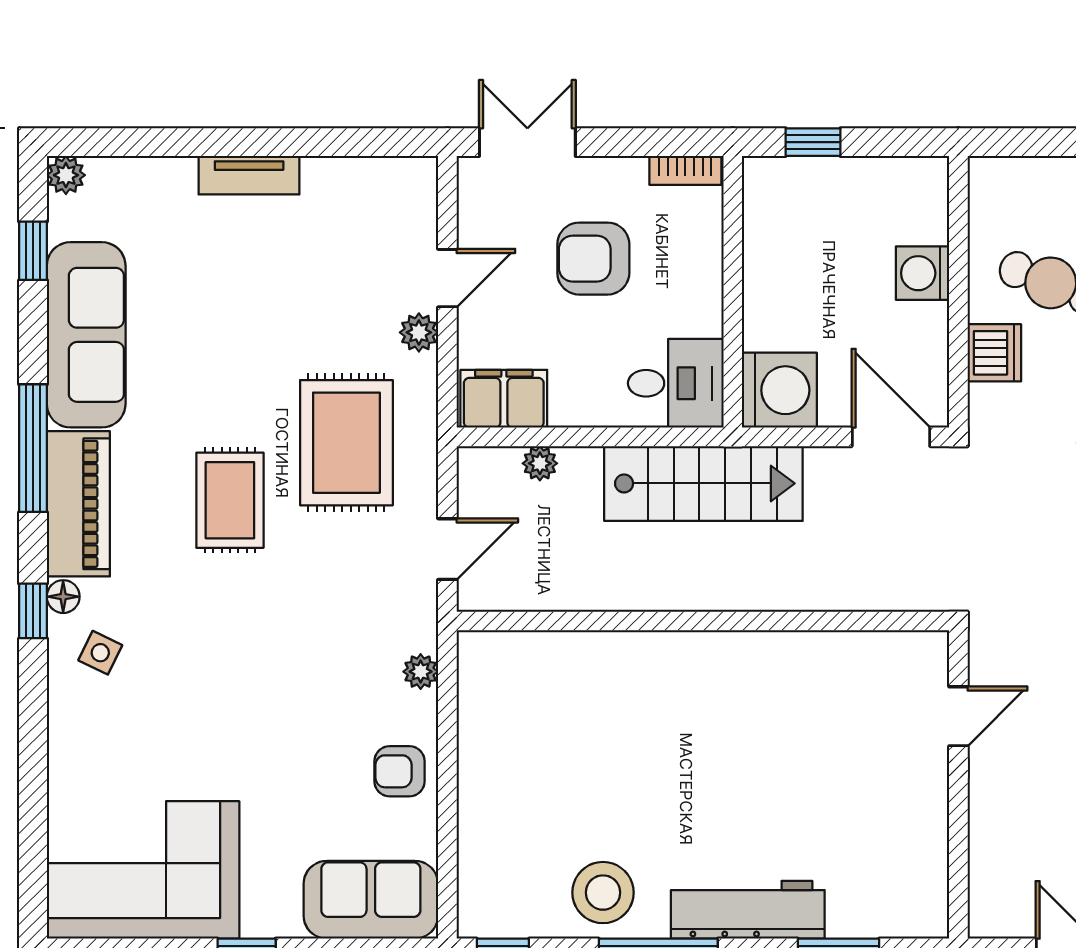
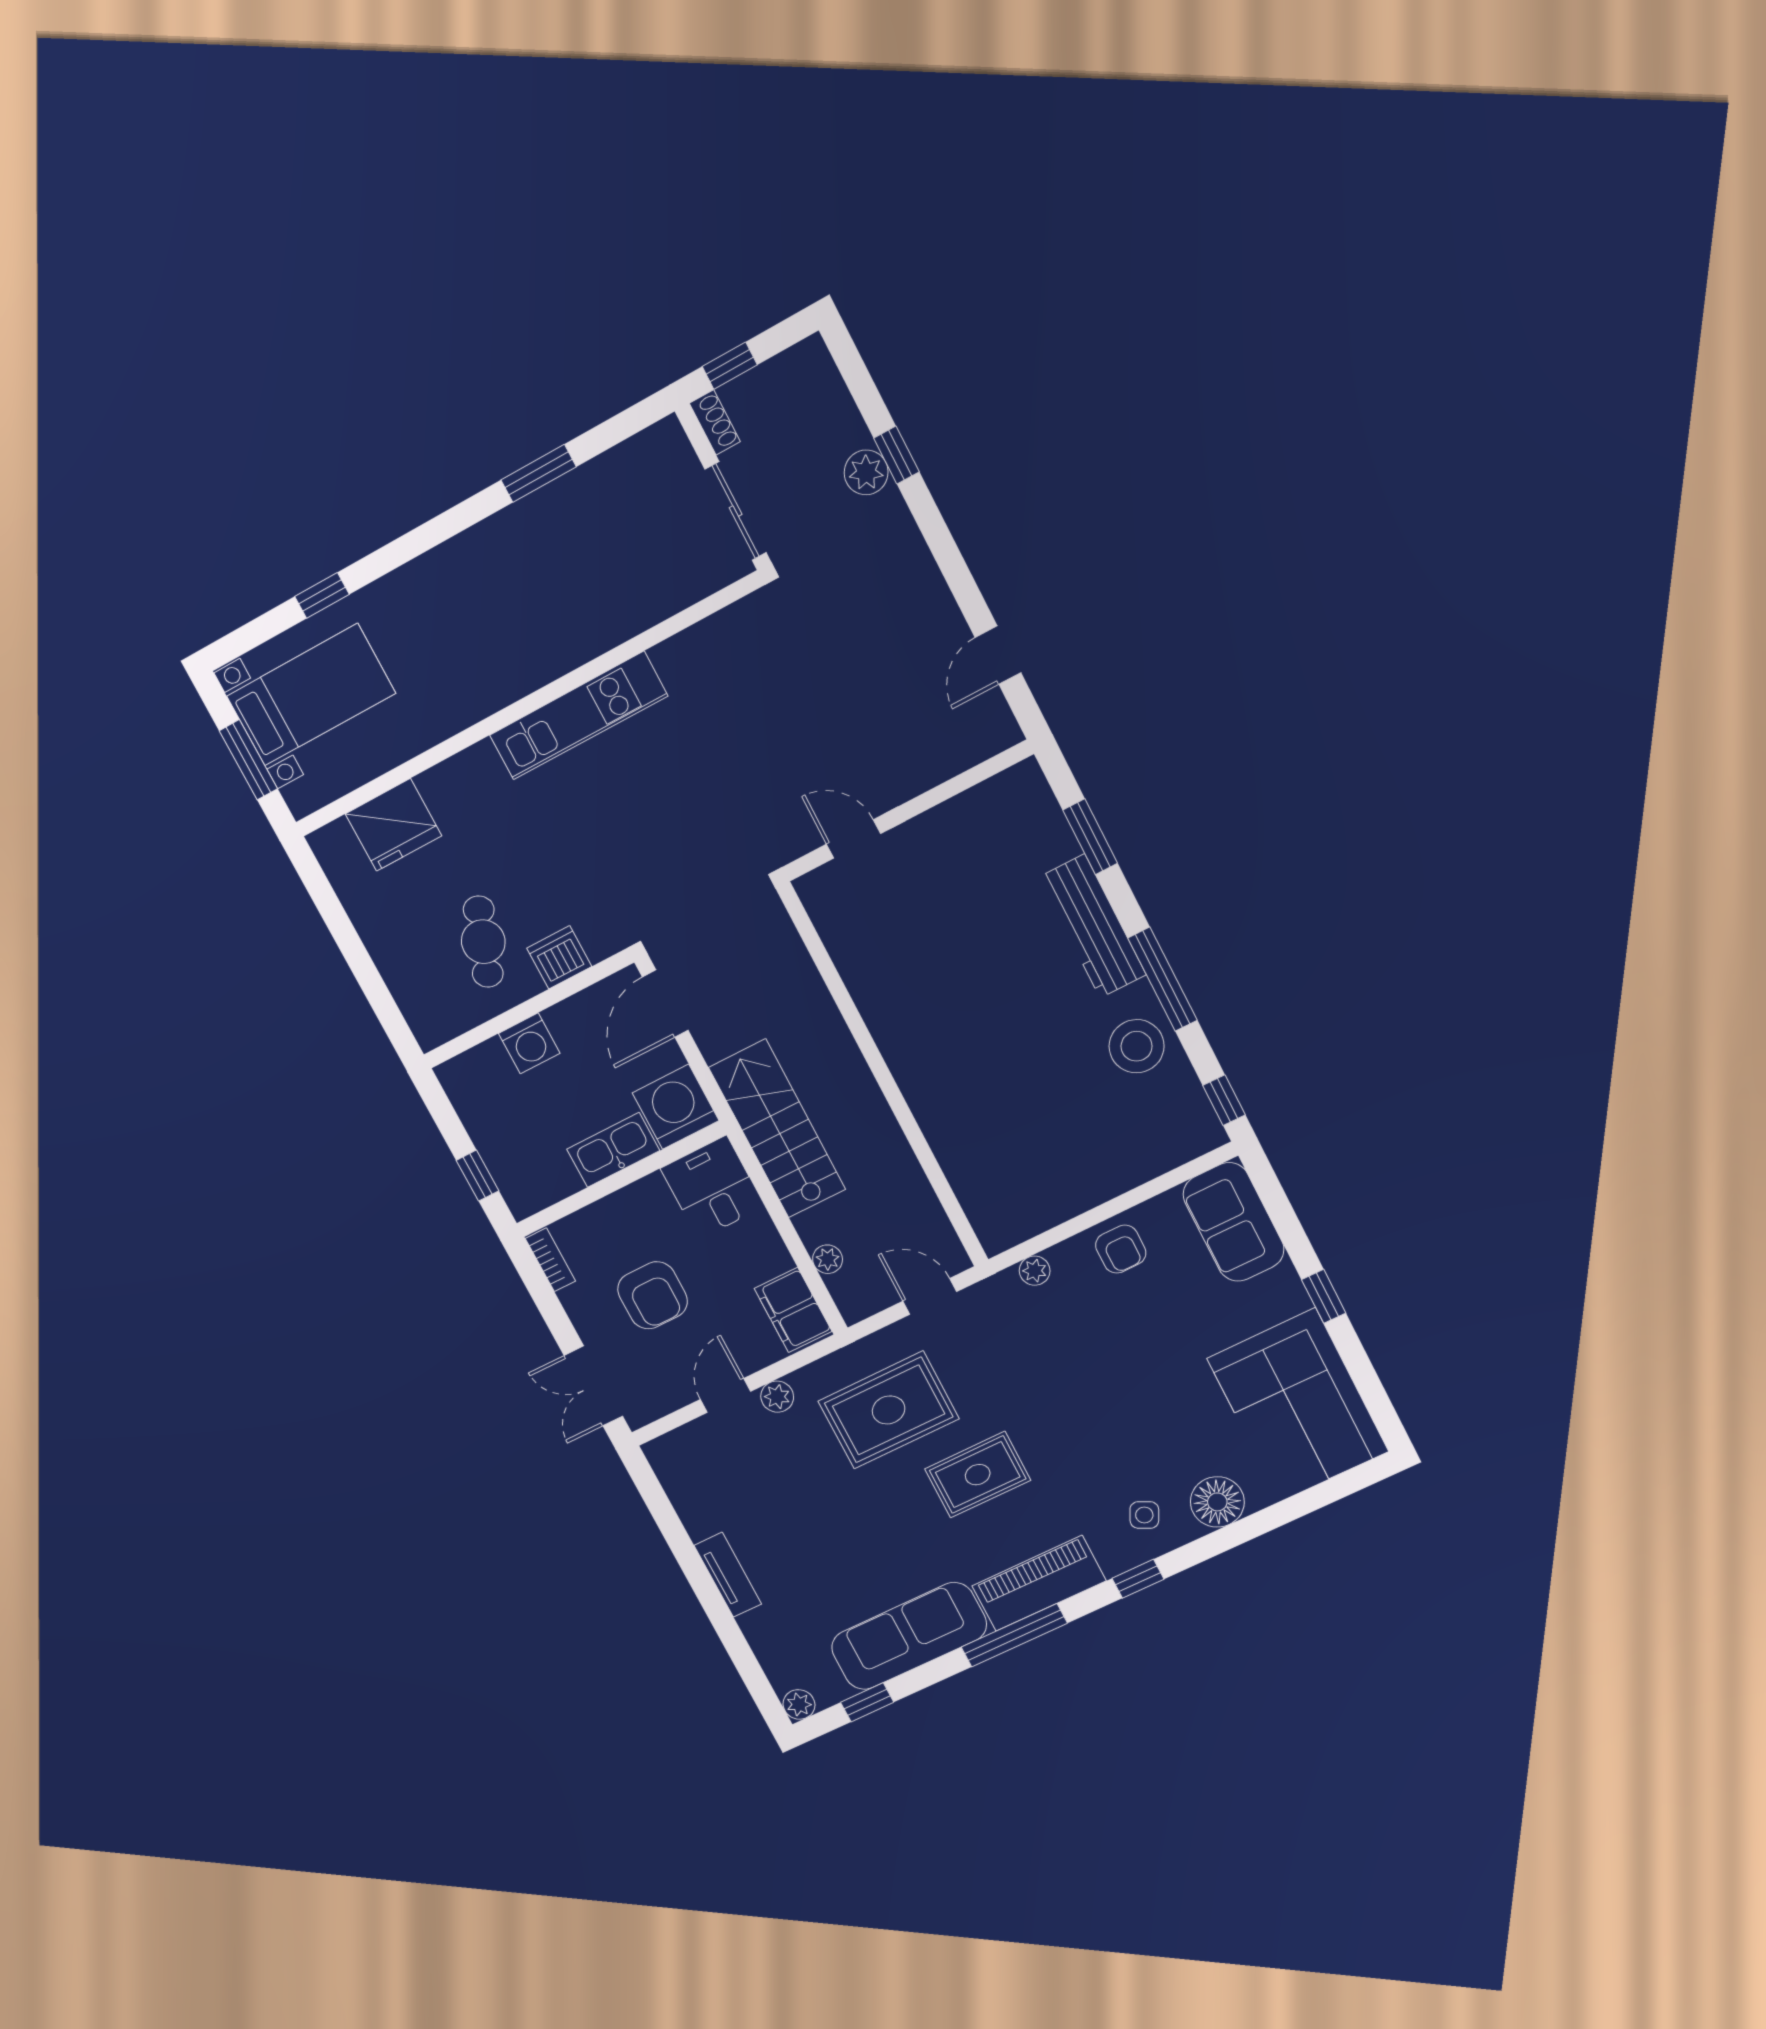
door: (447, 278) -> (725, 1395), hinge flipped
kitchen sink: (768, 301) -> (613, 1150), added
floor lamp: (63, 597) -> (1217, 1502), moved, width x1.89, depth x1.89

